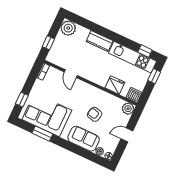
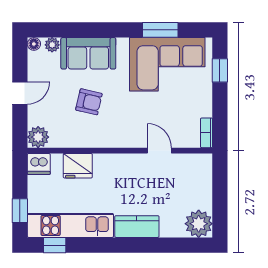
window: (48, 43) -> (220, 184), removed

